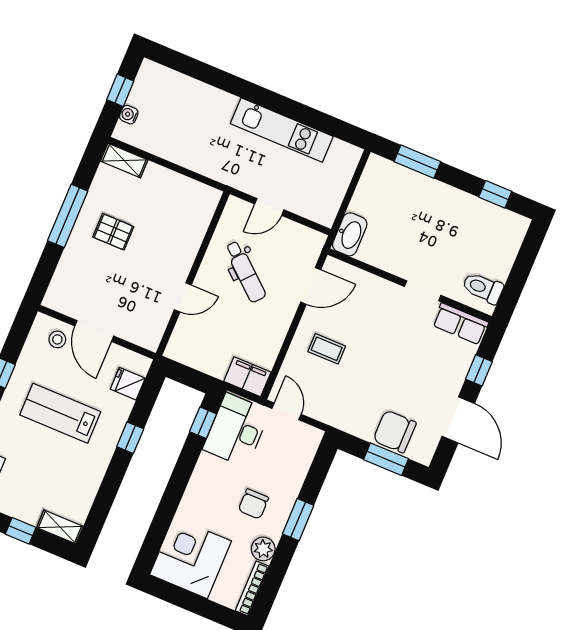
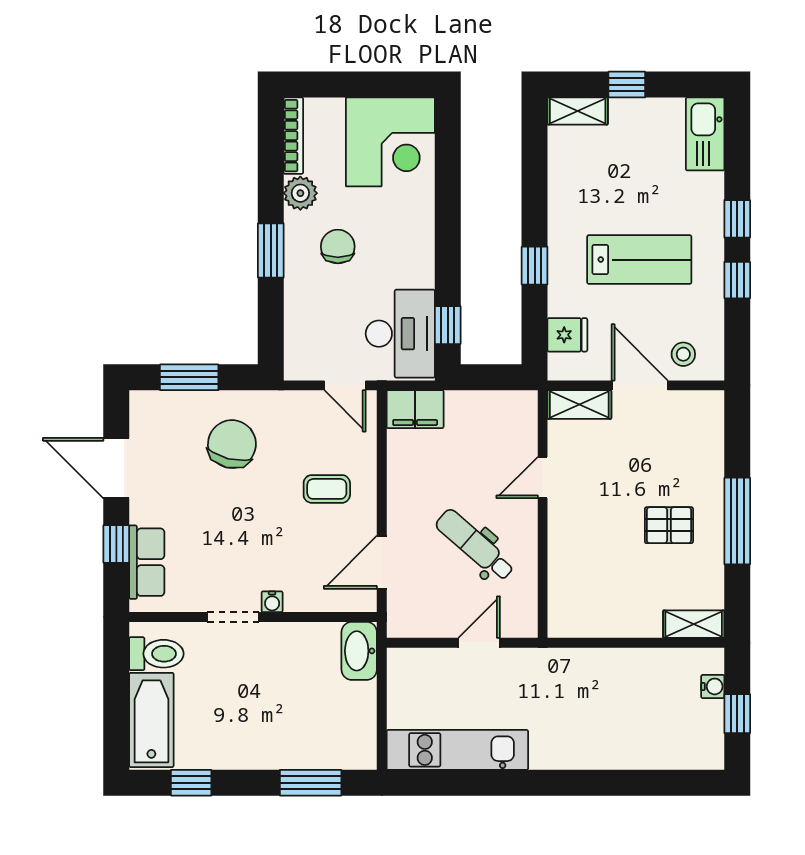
kitchen unit: (282, 130) -> (457, 750), moved
bathtub: (504, 246) -> (151, 720), added
water cooler: (393, 290) -> (272, 602), added
row of seats: (460, 324) -> (147, 562), moved, turned 90
shelving: (139, 335) -> (579, 405), added
chair: (395, 431) -> (232, 444), moved, turned -76

